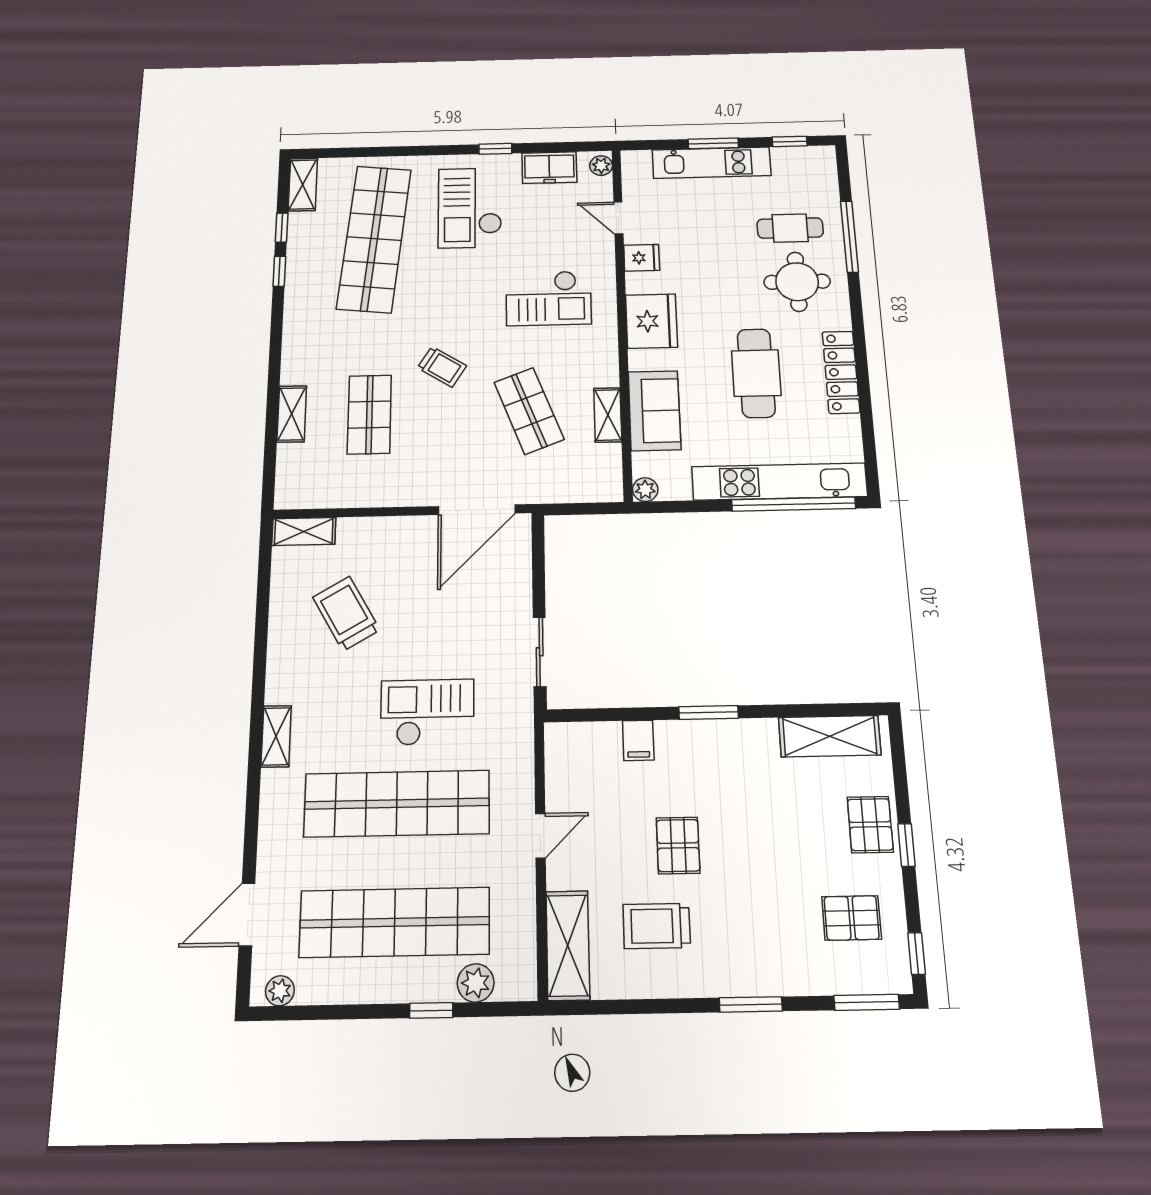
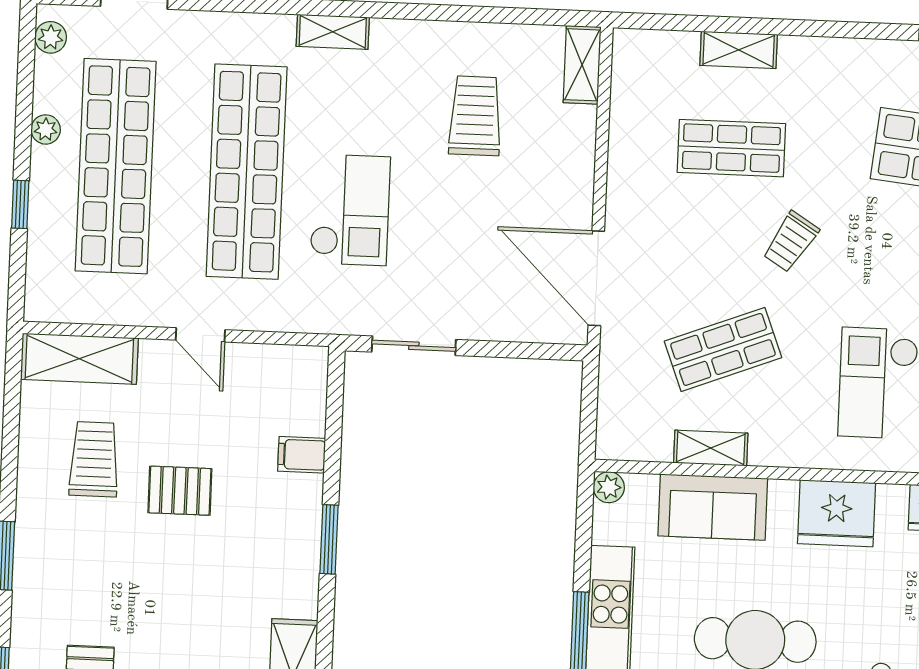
trolley: (346, 614) -> (475, 116), turned -60
plant: (476, 983) -> (46, 129), moved, width x0.73, depth x0.73

